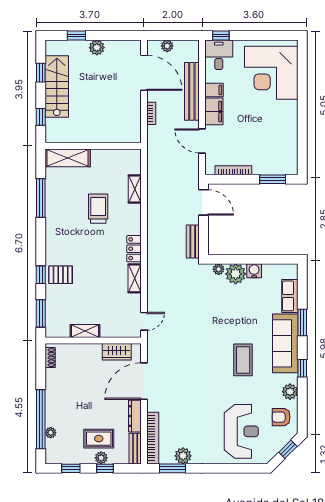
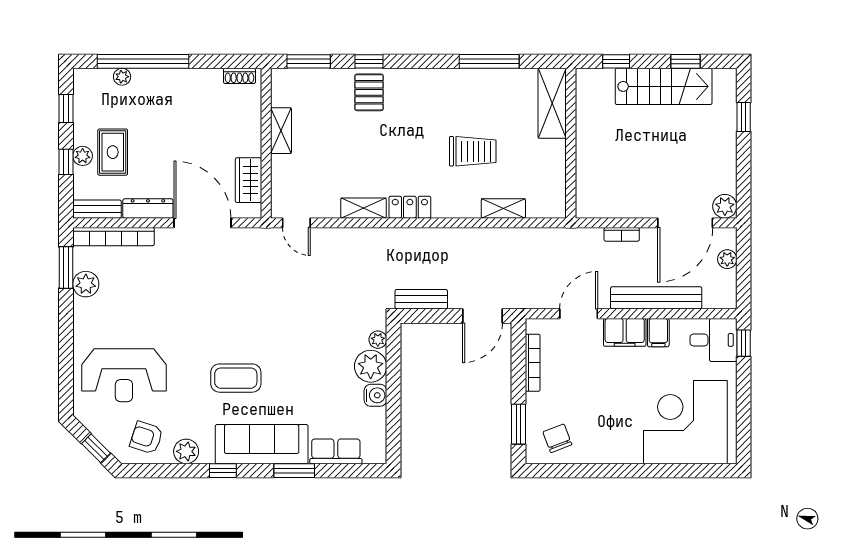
plant: (97, 48) -> (725, 206), moved
chair: (282, 154) -> (557, 438), added
armchair: (281, 417) -> (146, 438), turned -72

